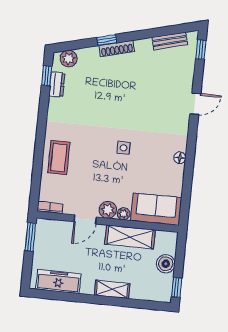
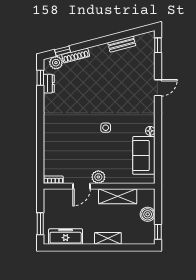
window: (107, 40) -> (63, 51), moved
bench: (170, 41) -> (122, 44), moved
shoe rack: (117, 48) -> (76, 55), moved
coffee table: (59, 158) -> (56, 140), removed
sofa: (156, 209) -> (144, 155), moved, turned -90
plant: (124, 214) -> (111, 179), removed
window: (30, 237) -> (40, 224), moved

